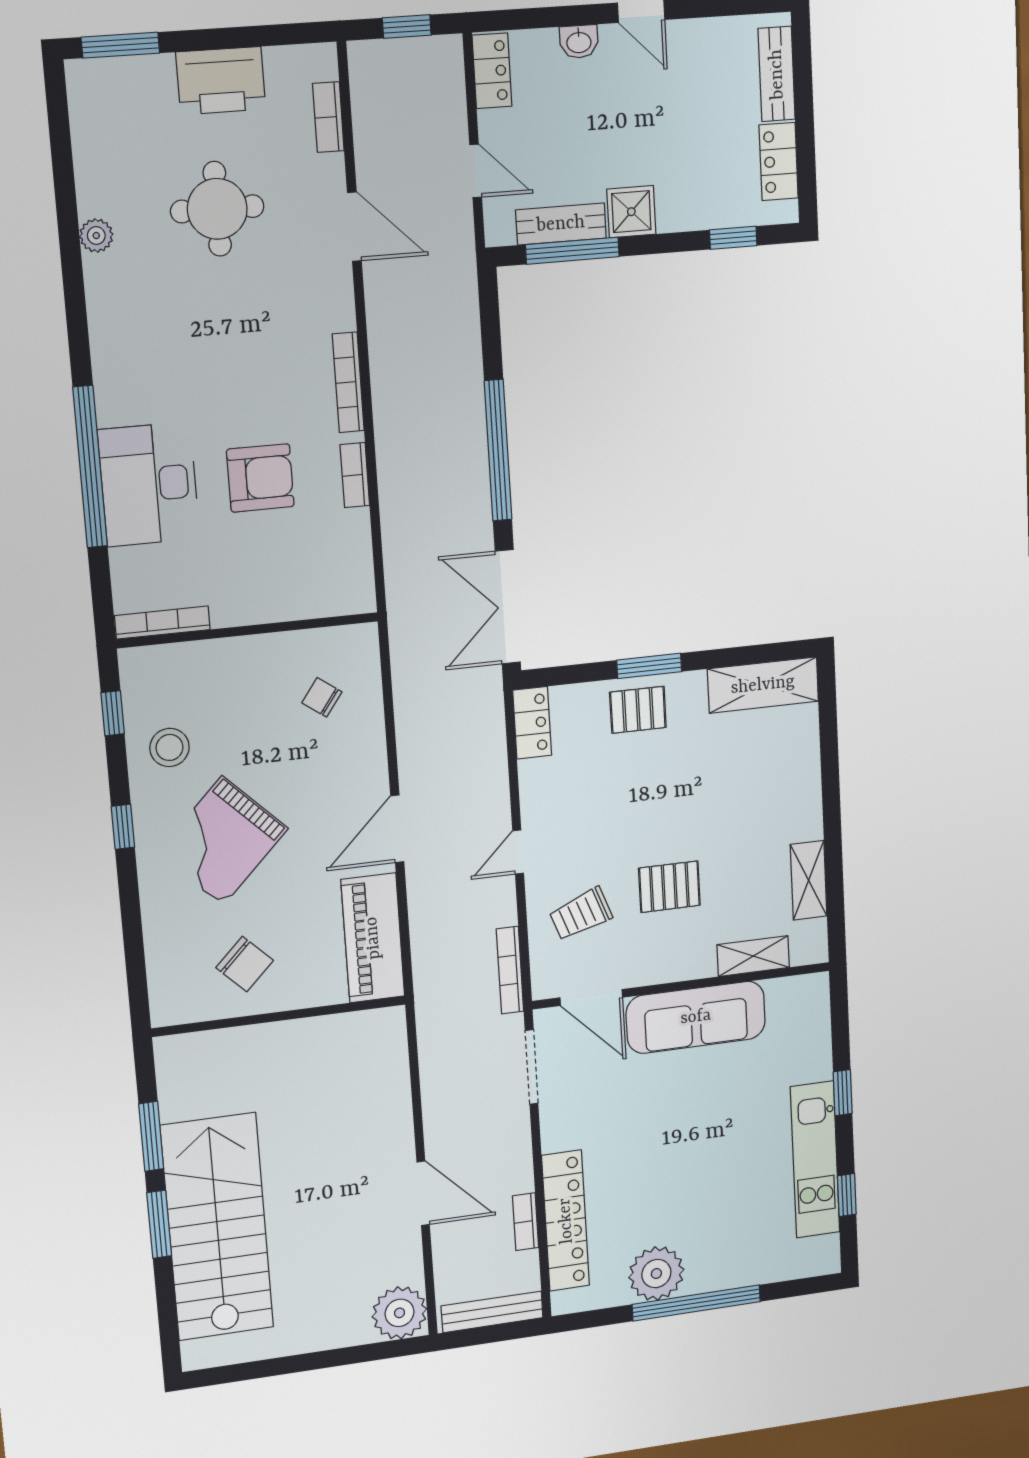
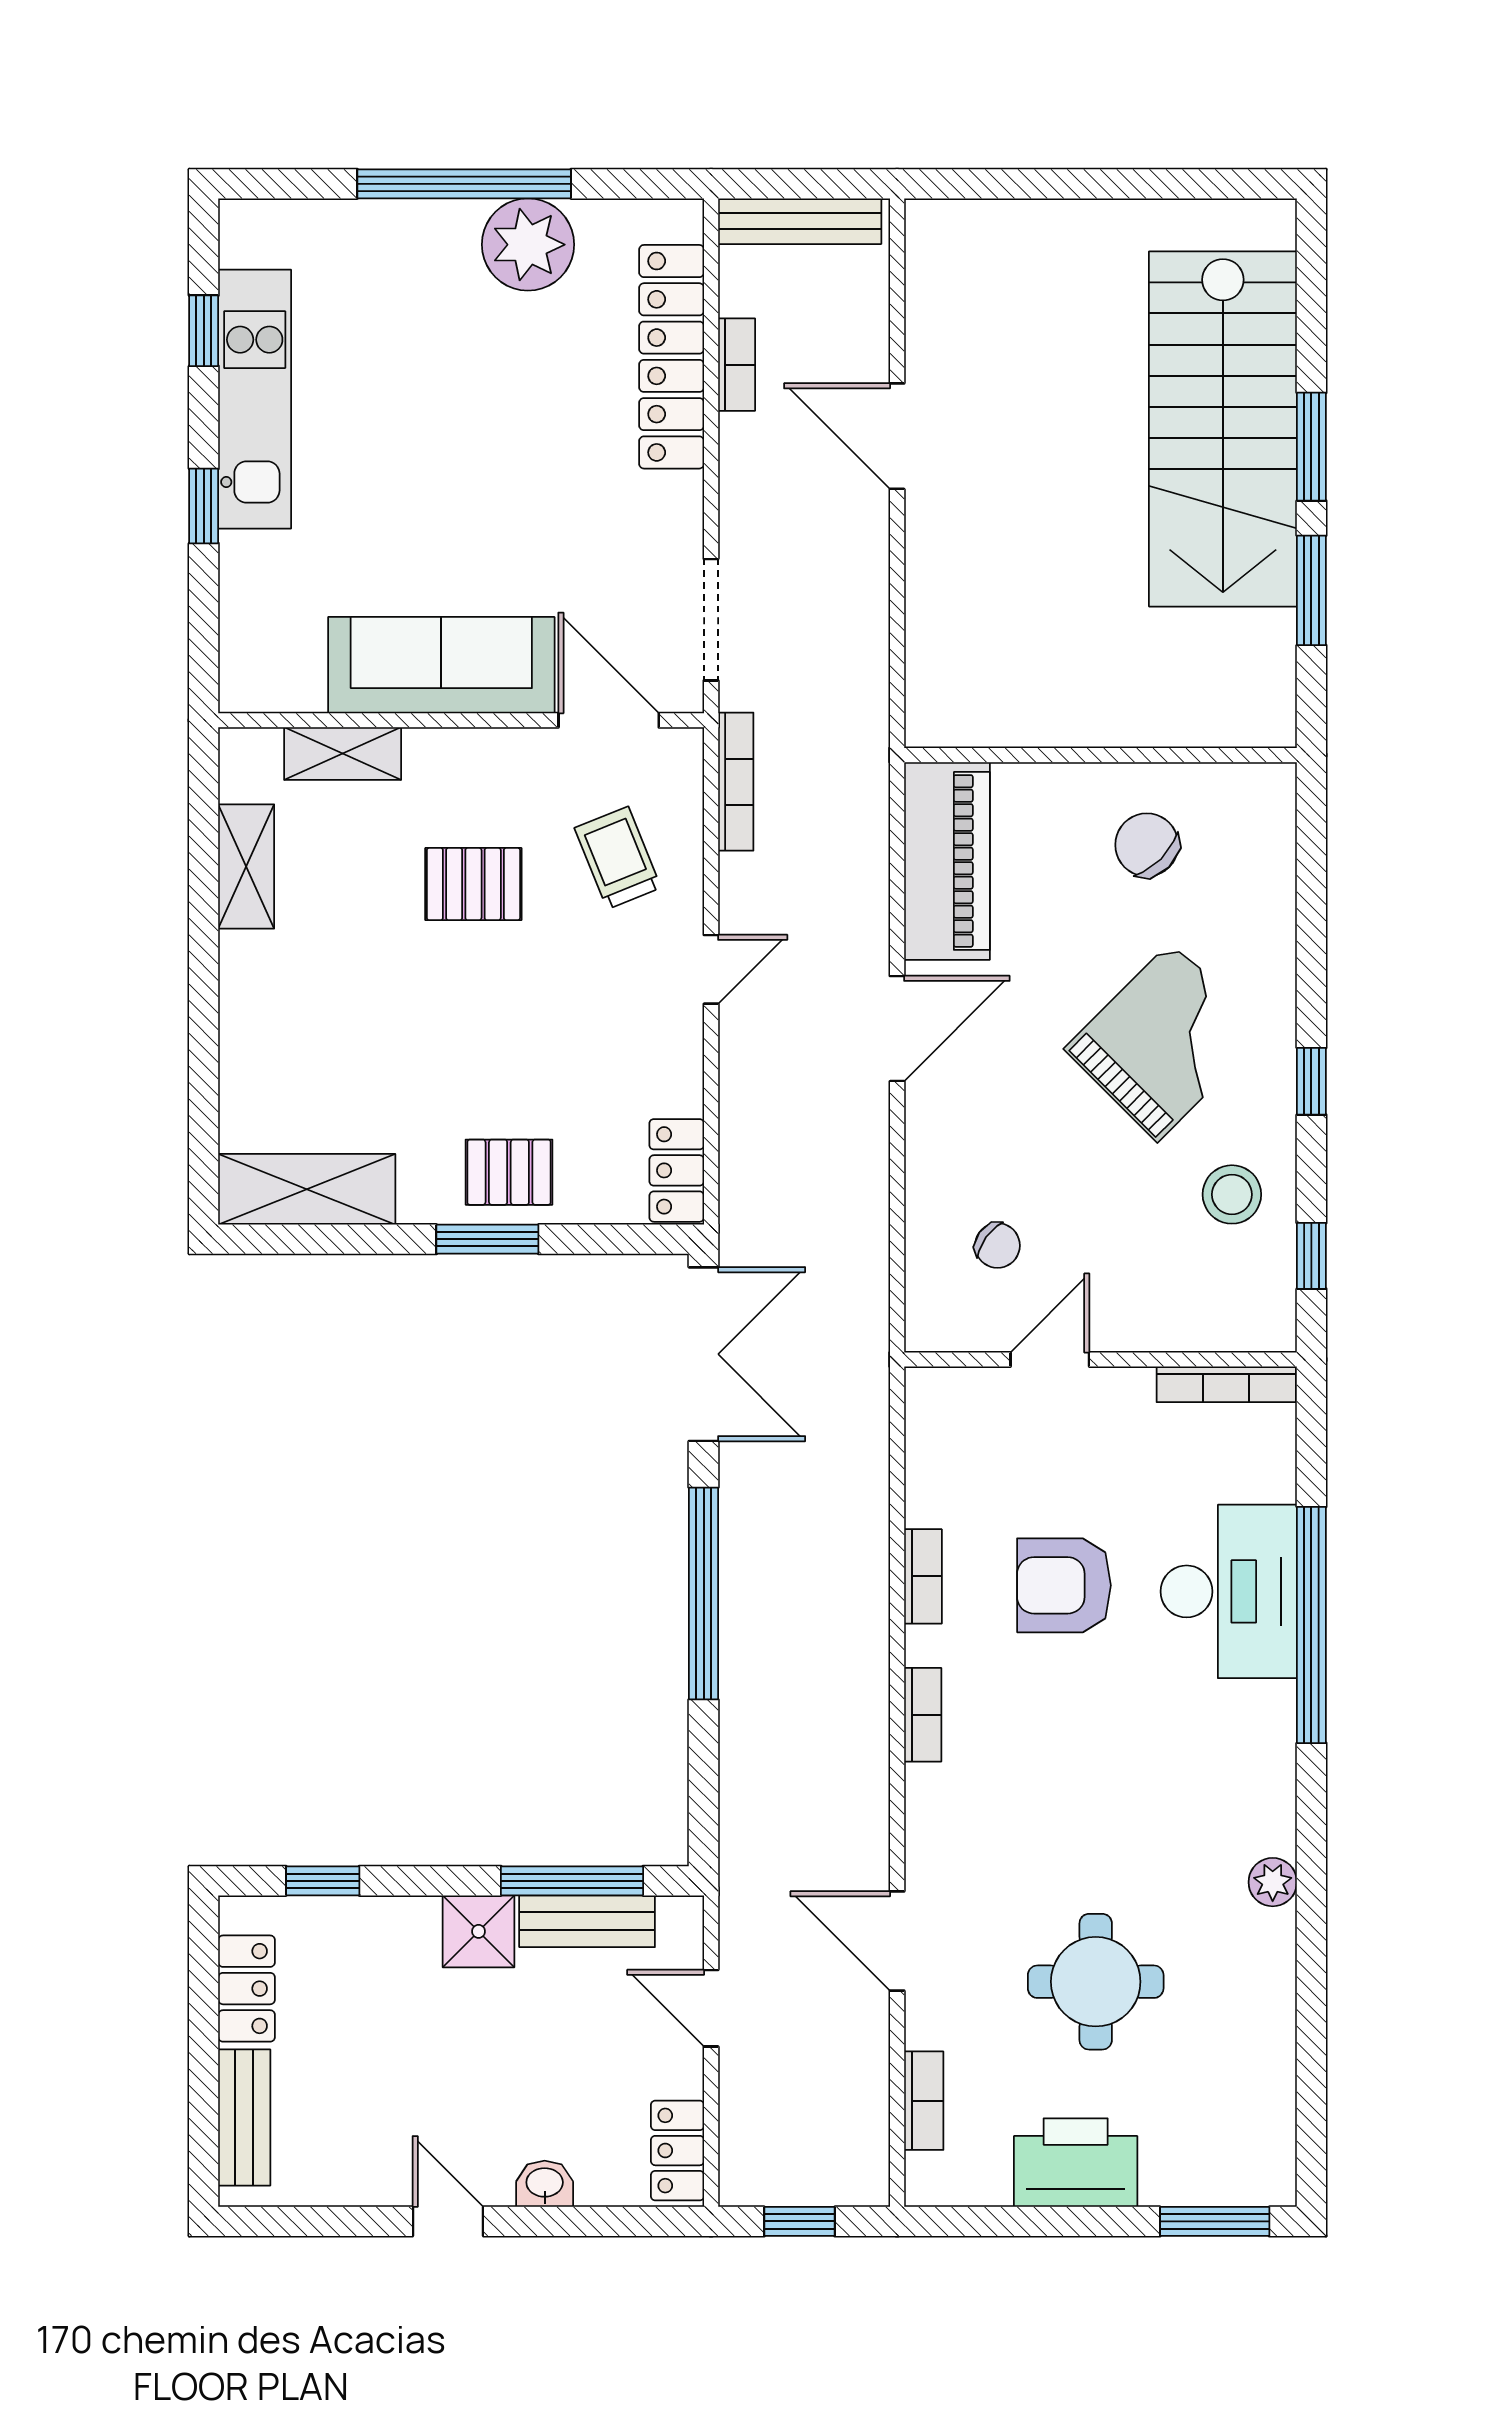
plant: (96, 236) -> (1273, 1882), moved
bookcase: (348, 382) -> (923, 1715), width x0.64
door: (282, 627) -> (1050, 1360), added
trolley: (581, 914) -> (618, 858), turned -92
plant: (400, 1313) -> (948, 243), removed

